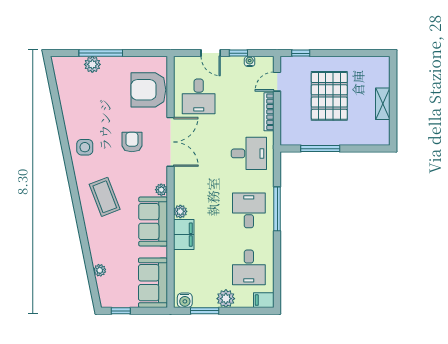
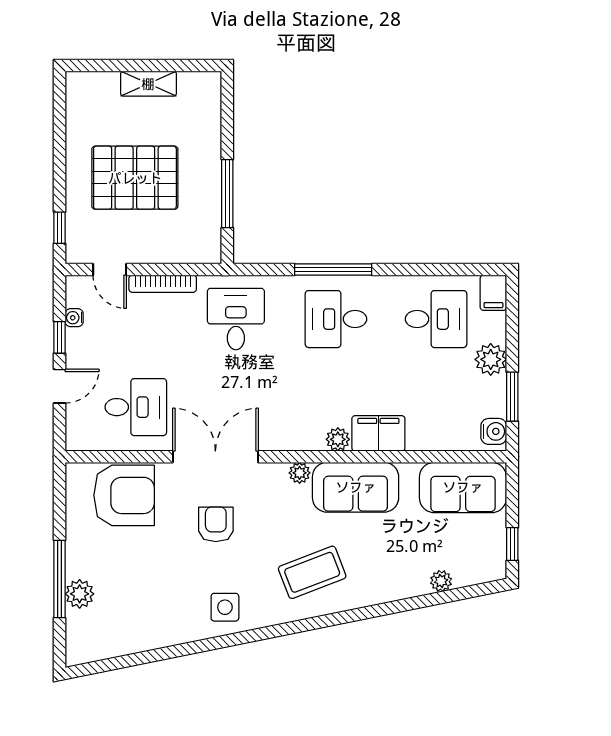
armchair: (148, 90) -> (124, 495), turned -90
armchair: (132, 142) -> (216, 524), turned 90

